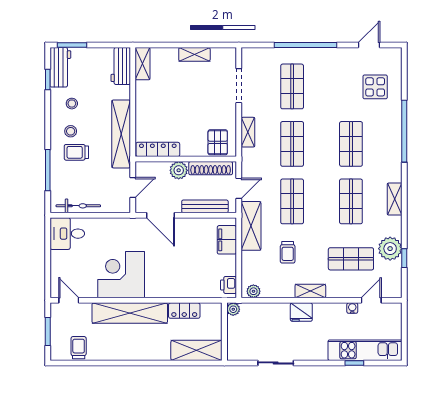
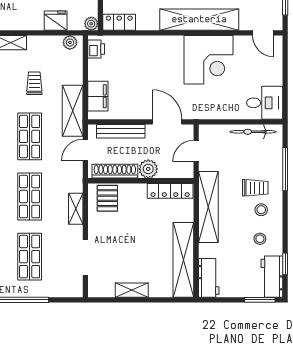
shelving: (143, 64) -> (183, 260), width x2.20, depth x1.33
locker: (184, 311) -> (119, 22), moved
fridge: (301, 312) -> (56, 21), moved

